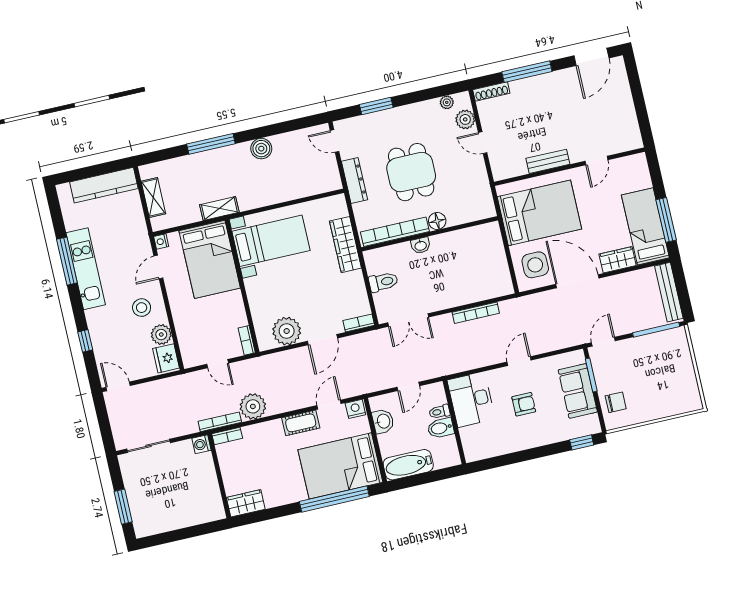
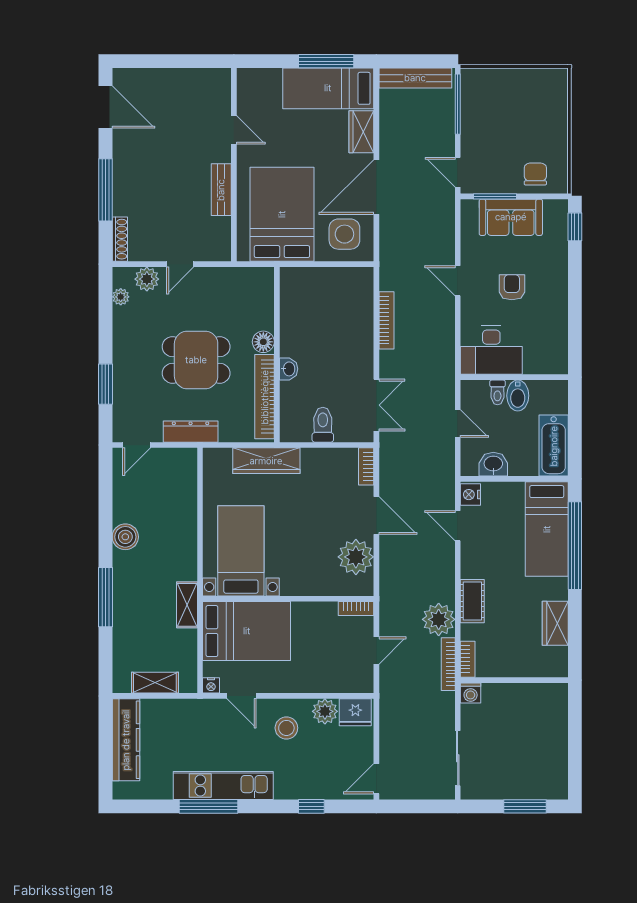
cot: (301, 423) -> (472, 601), moved
bed: (340, 466) -> (547, 529), width x0.67
wardrobe: (246, 503) -> (555, 623), moved

